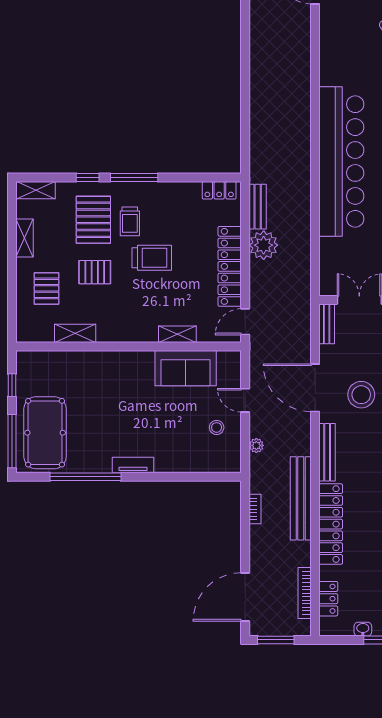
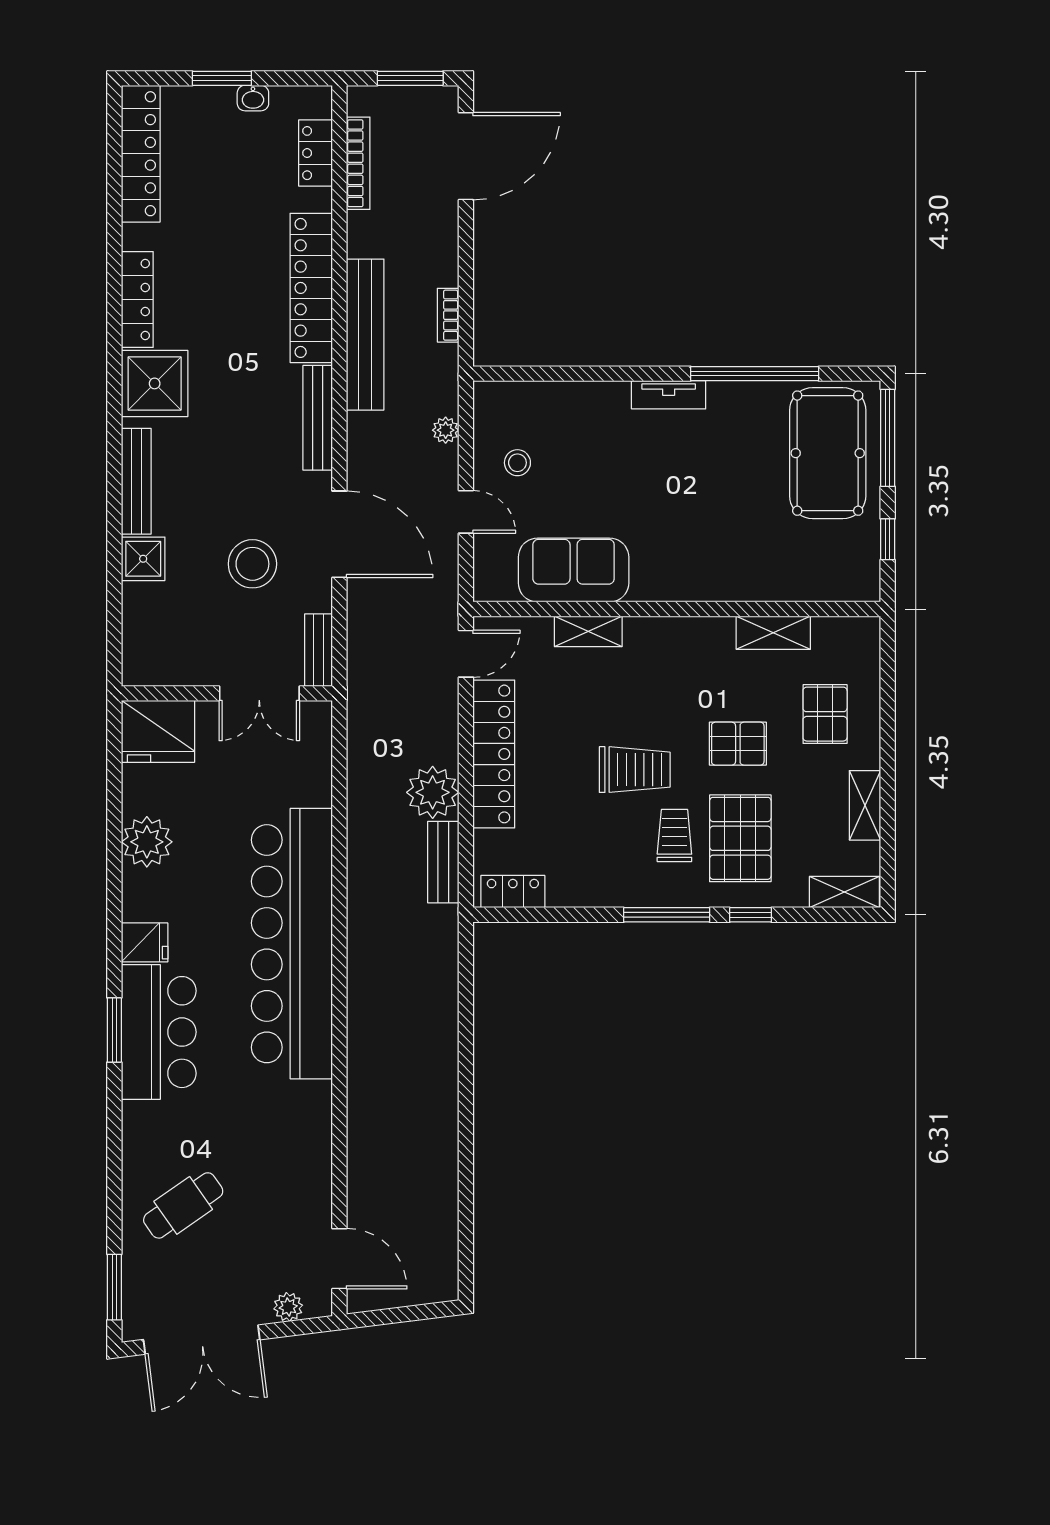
trolley: (152, 258) -> (635, 770), turned 180
stool: (361, 395) -> (252, 564), moved

